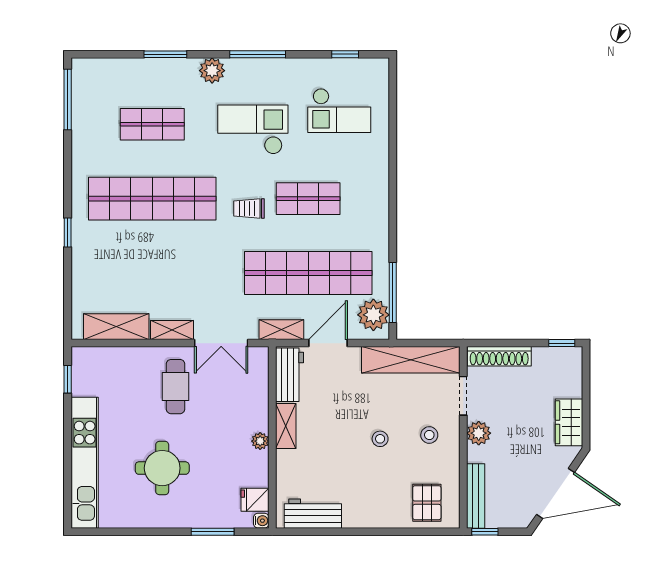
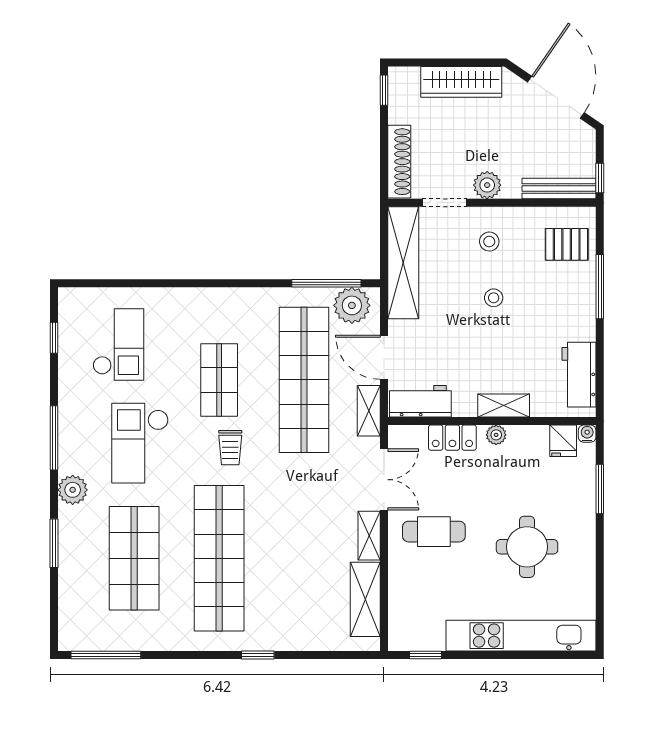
shop shelf: (152, 124) -> (134, 558), width x1.43, depth x1.36
locker: (258, 403) -> (452, 438), added
wardrobe: (569, 422) -> (461, 82), width x1.50
shelving: (286, 426) -> (504, 406), moved
window: (390, 532) -> (600, 287), added

